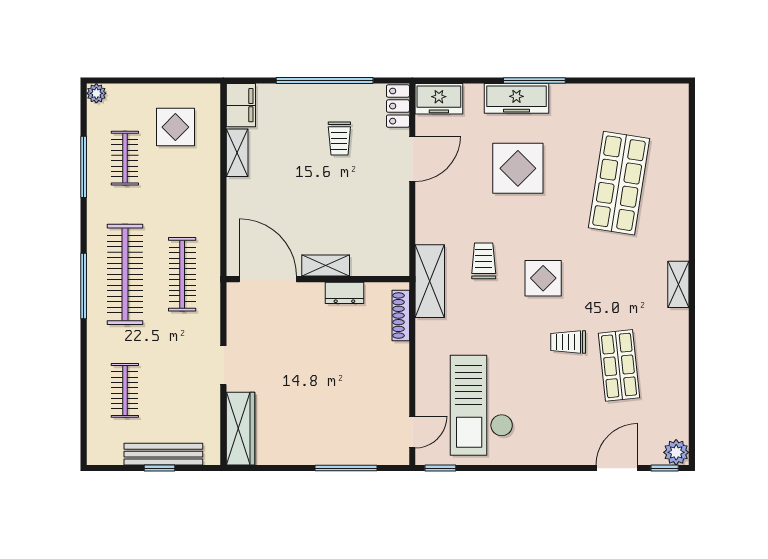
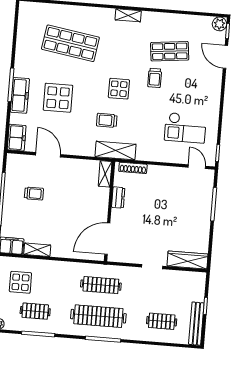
locker: (398, 106) -> (19, 160), removed
shelving: (326, 266) -> (105, 174), moved
checkout: (482, 405) -> (185, 128), width x0.73, depth x0.83
bench: (163, 454) -> (196, 324), moved

